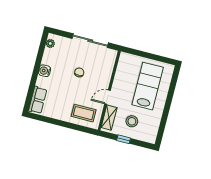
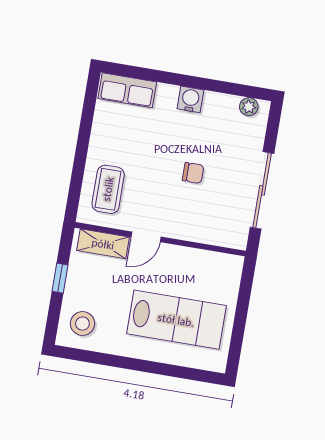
door: (107, 97) -> (146, 237), swing flipped
stool: (132, 121) -> (82, 324), moved

